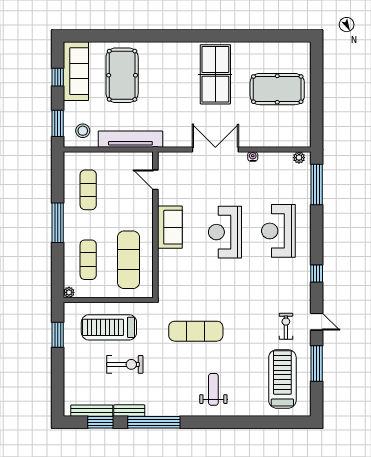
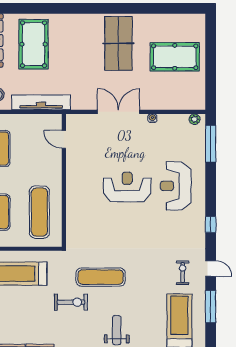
sofa: (170, 227) -> (77, 182), removed
reception desk: (225, 232) -> (127, 187), turned 90
exercise bike: (125, 364) -> (71, 302), moved

